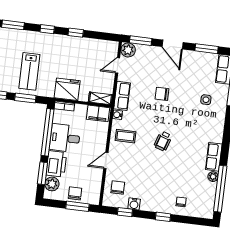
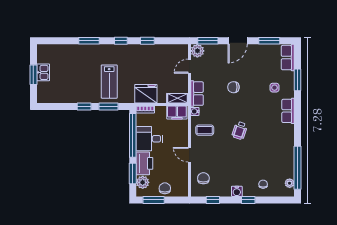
door: (173, 45) -> (238, 41), hinge flipped
row of seats: (214, 157) -> (288, 111), moved
door: (106, 160) -> (189, 155), hinge flipped
plant: (213, 177) -> (290, 183), moved
water cooler: (134, 204) -> (237, 191), moved
window: (77, 206) -> (154, 200), moved

